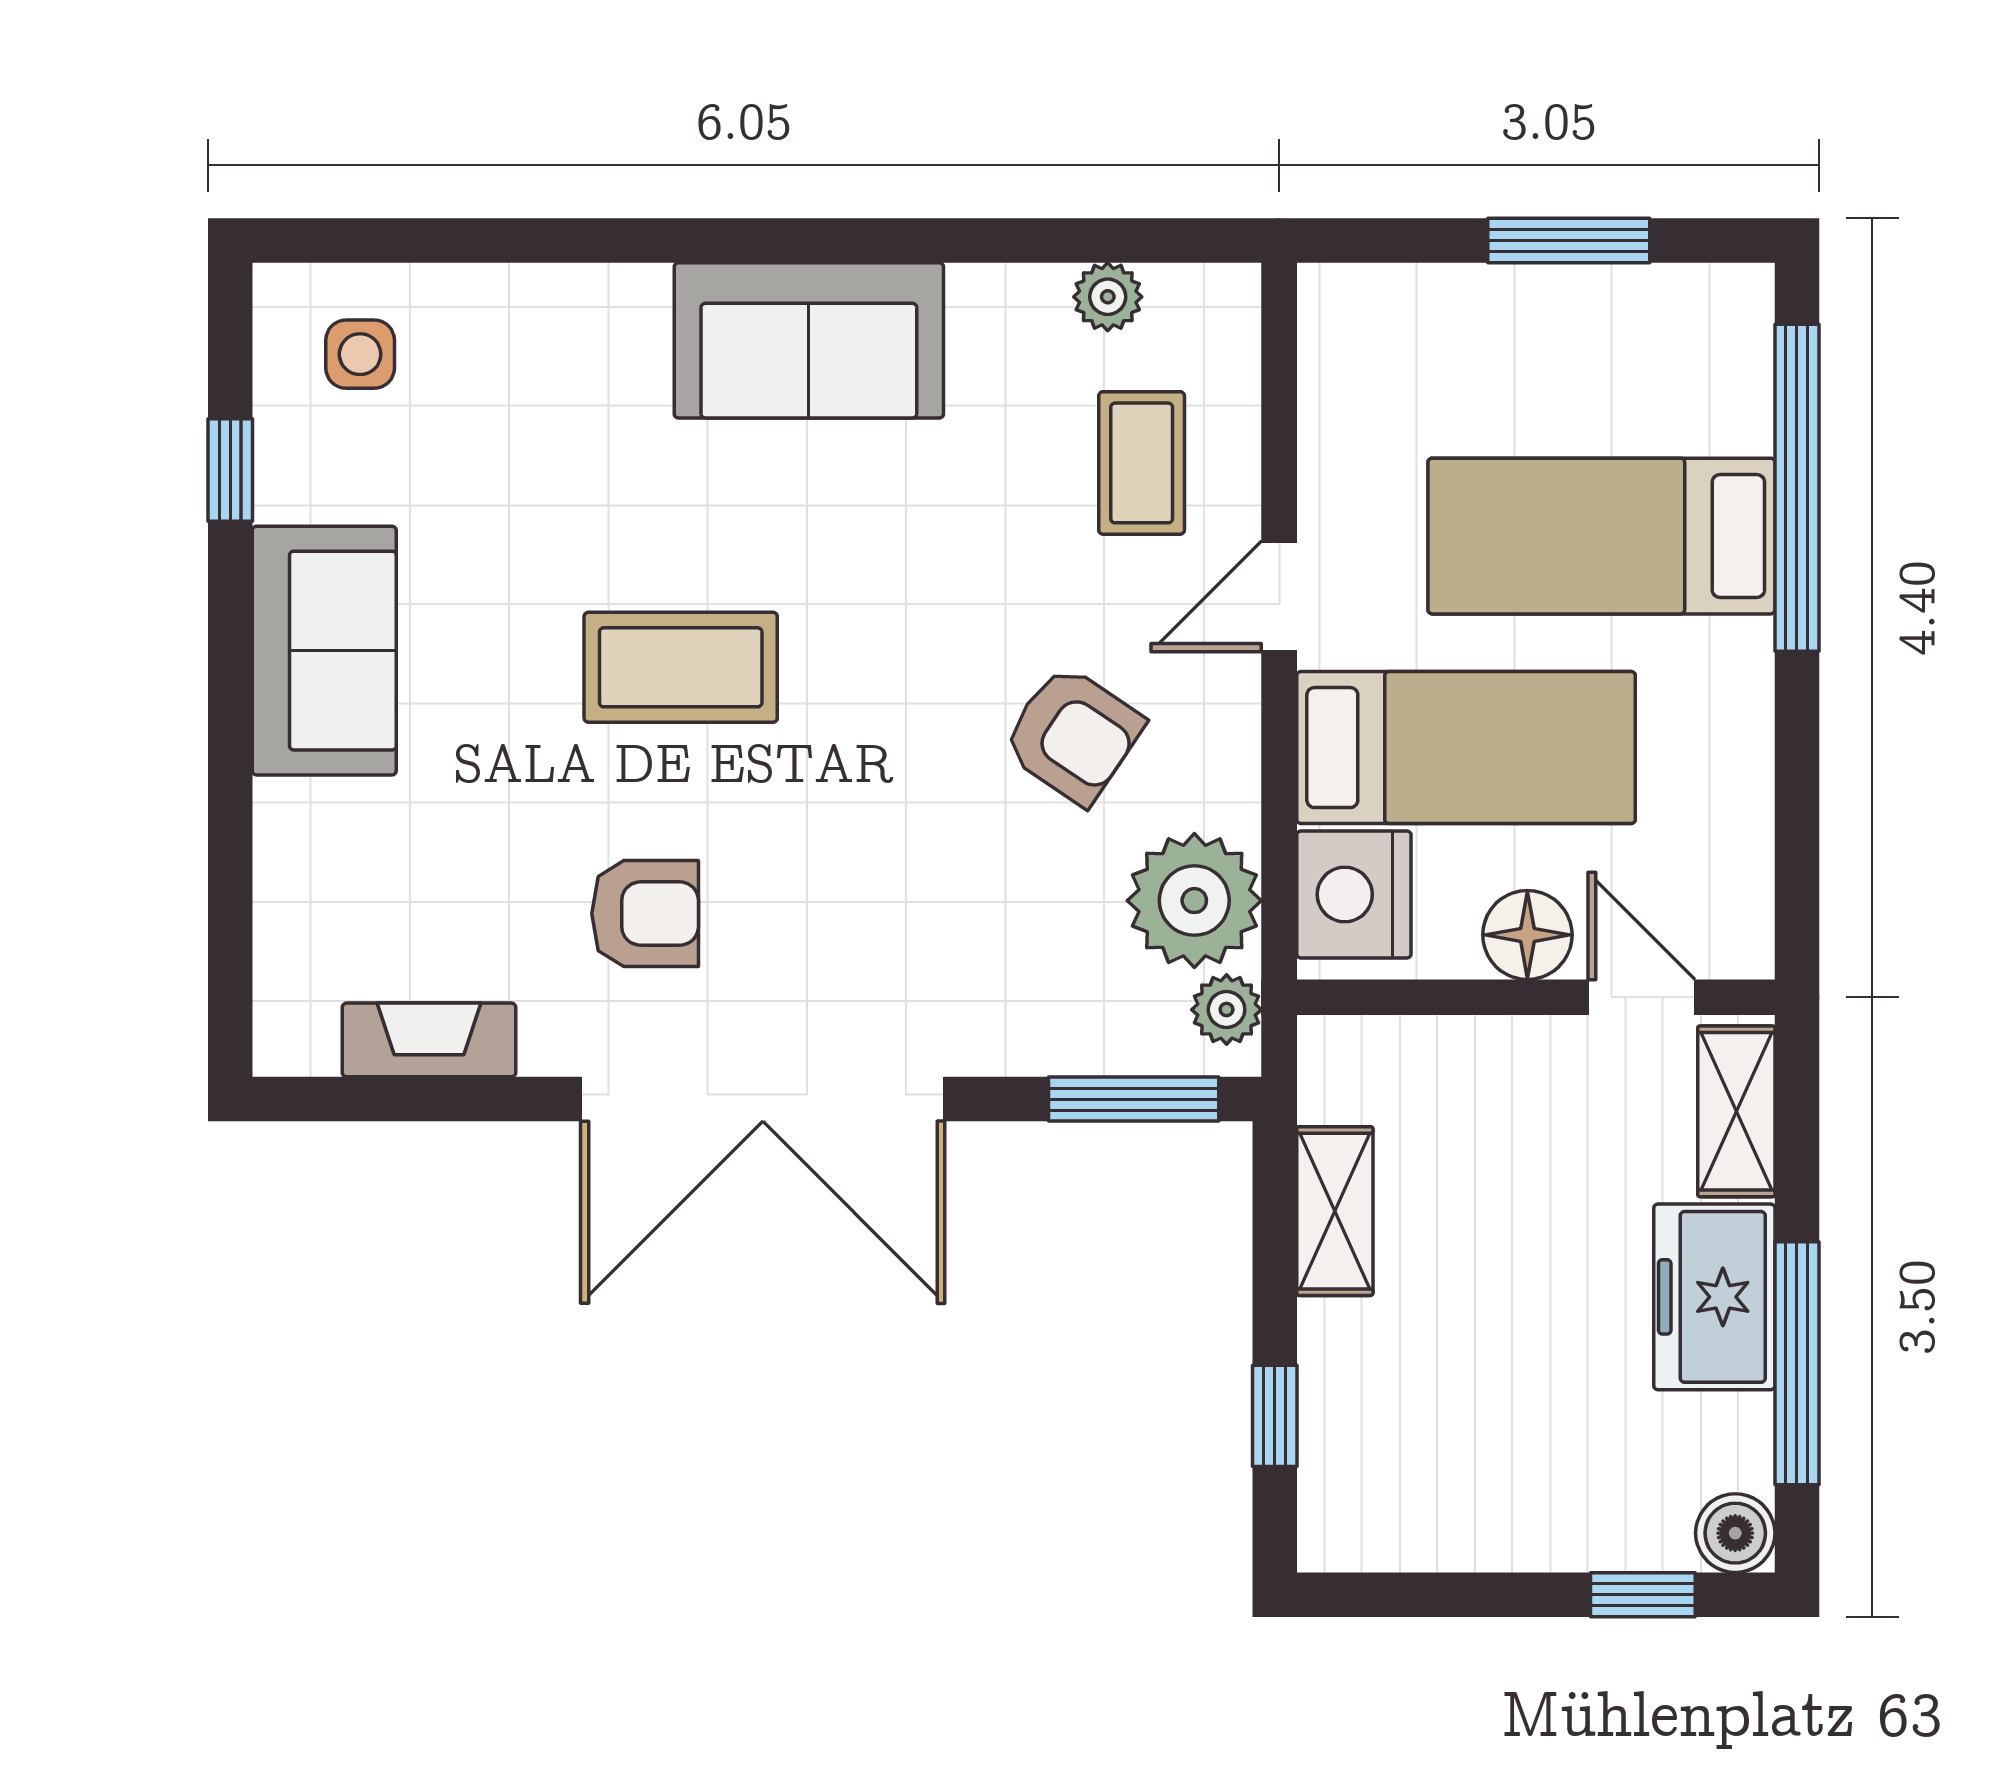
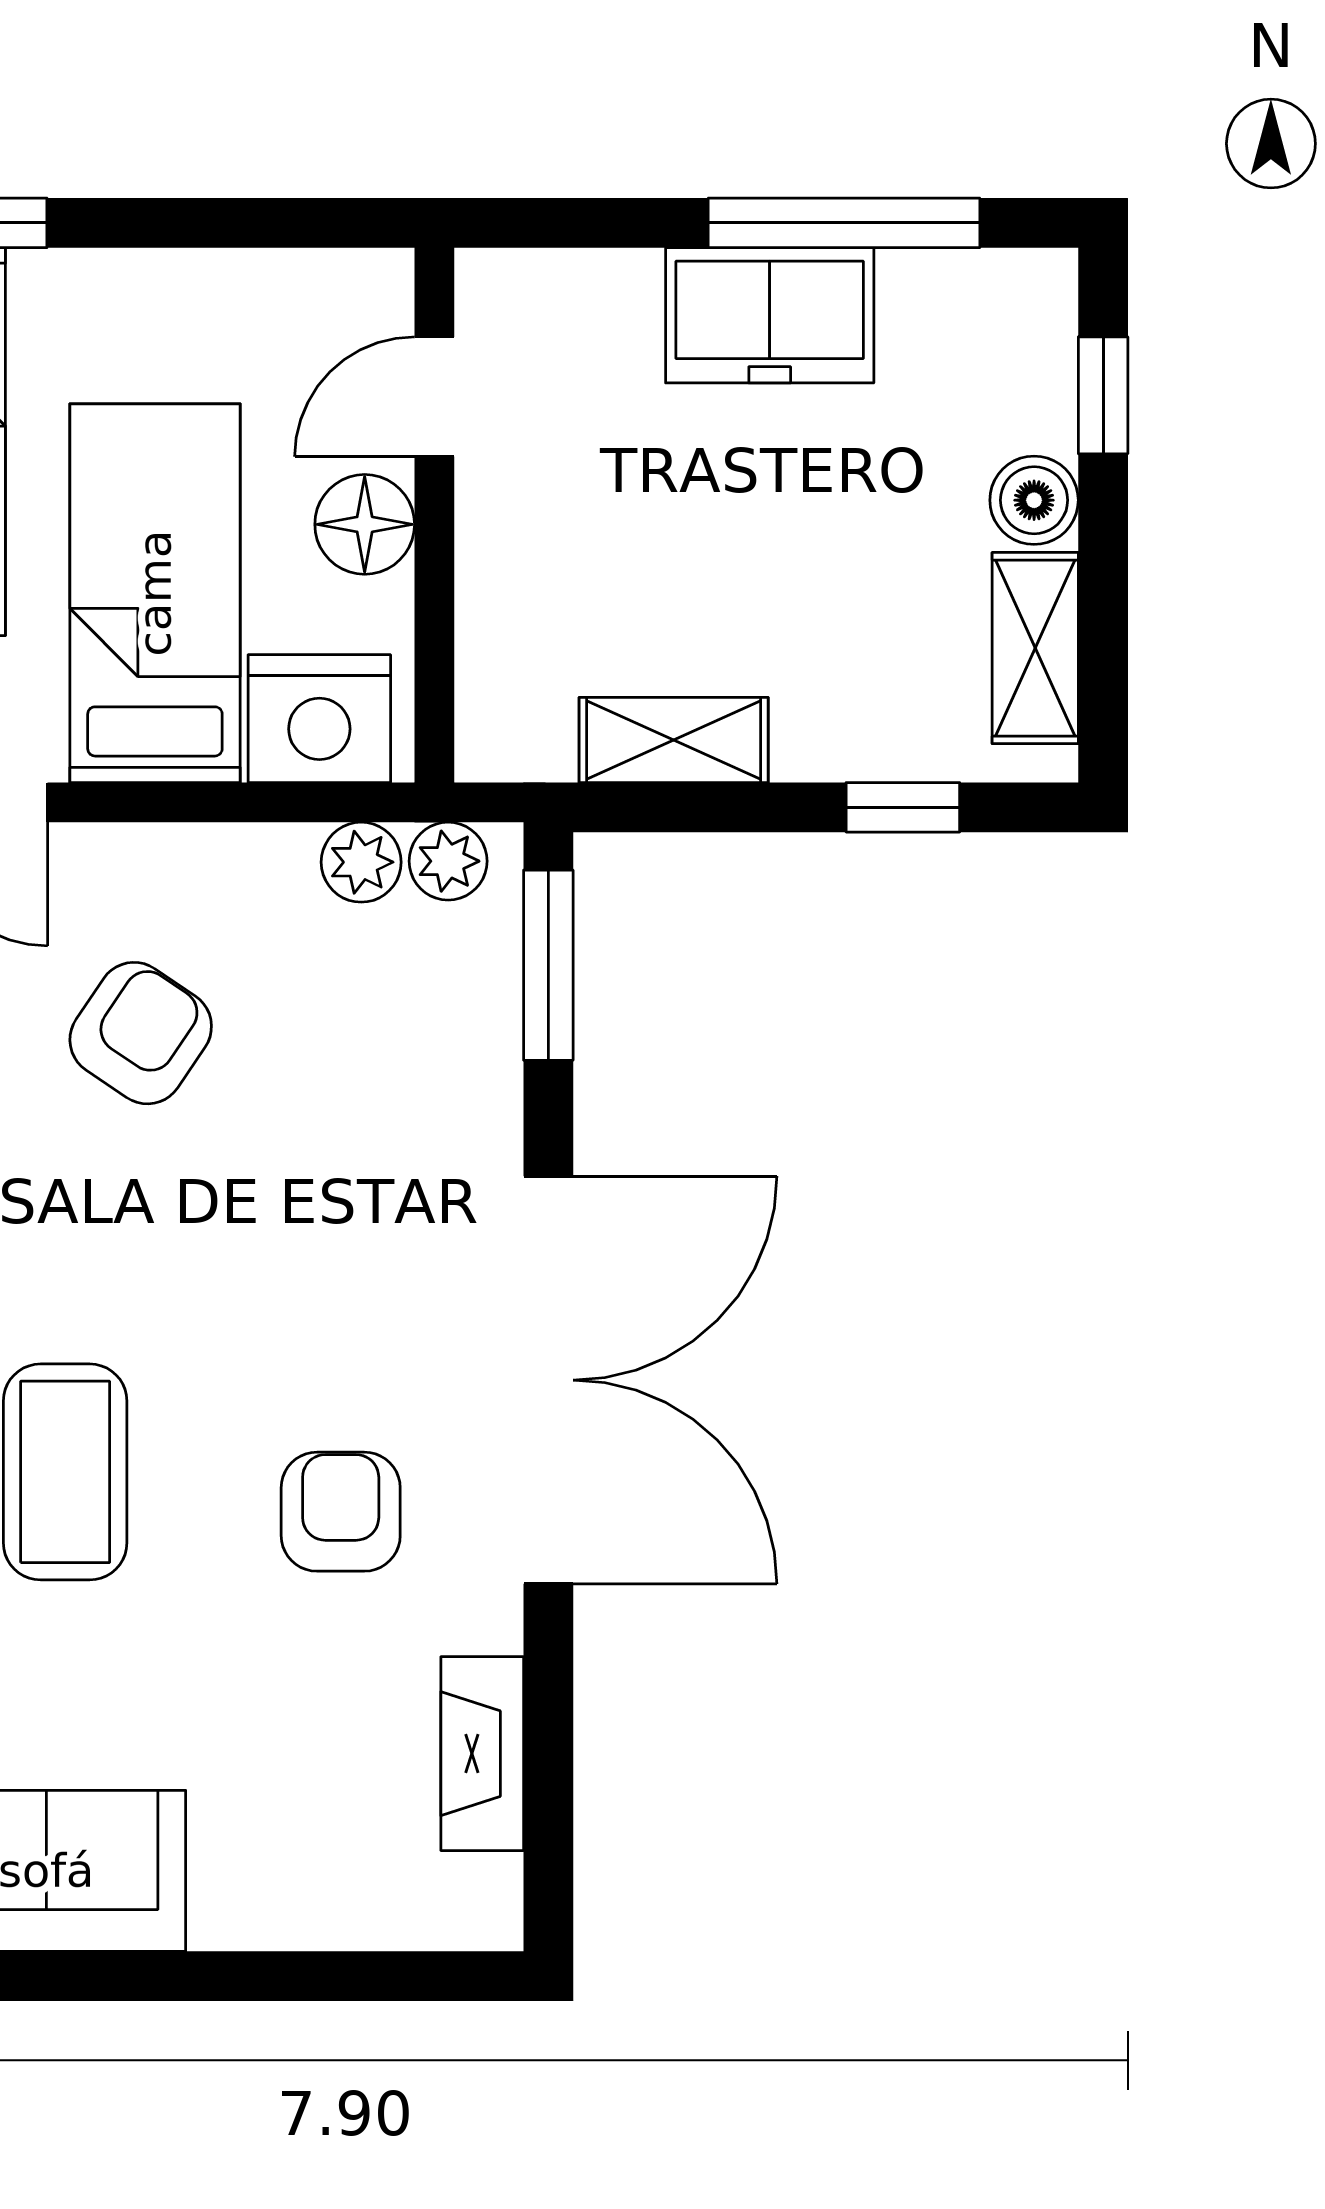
plant: (1194, 901) -> (361, 862), width x0.53, depth x0.53
shelving: (1736, 1111) -> (1035, 648), moved, turned 90
boiler: (1735, 1533) -> (1034, 500), moved

